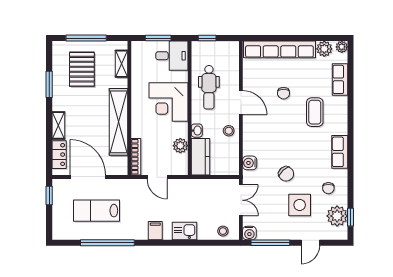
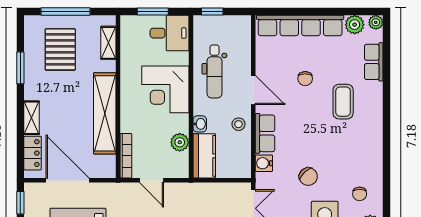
row of seats: (340, 152) -> (265, 133), moved, turned 180

